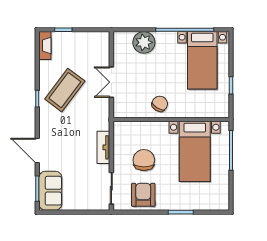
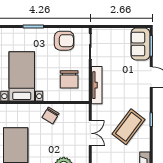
tv unit: (103, 147) -> (97, 85), width x1.41
chair: (144, 160) -> (69, 79), moved
armchair: (143, 195) -> (64, 41), turned -90

